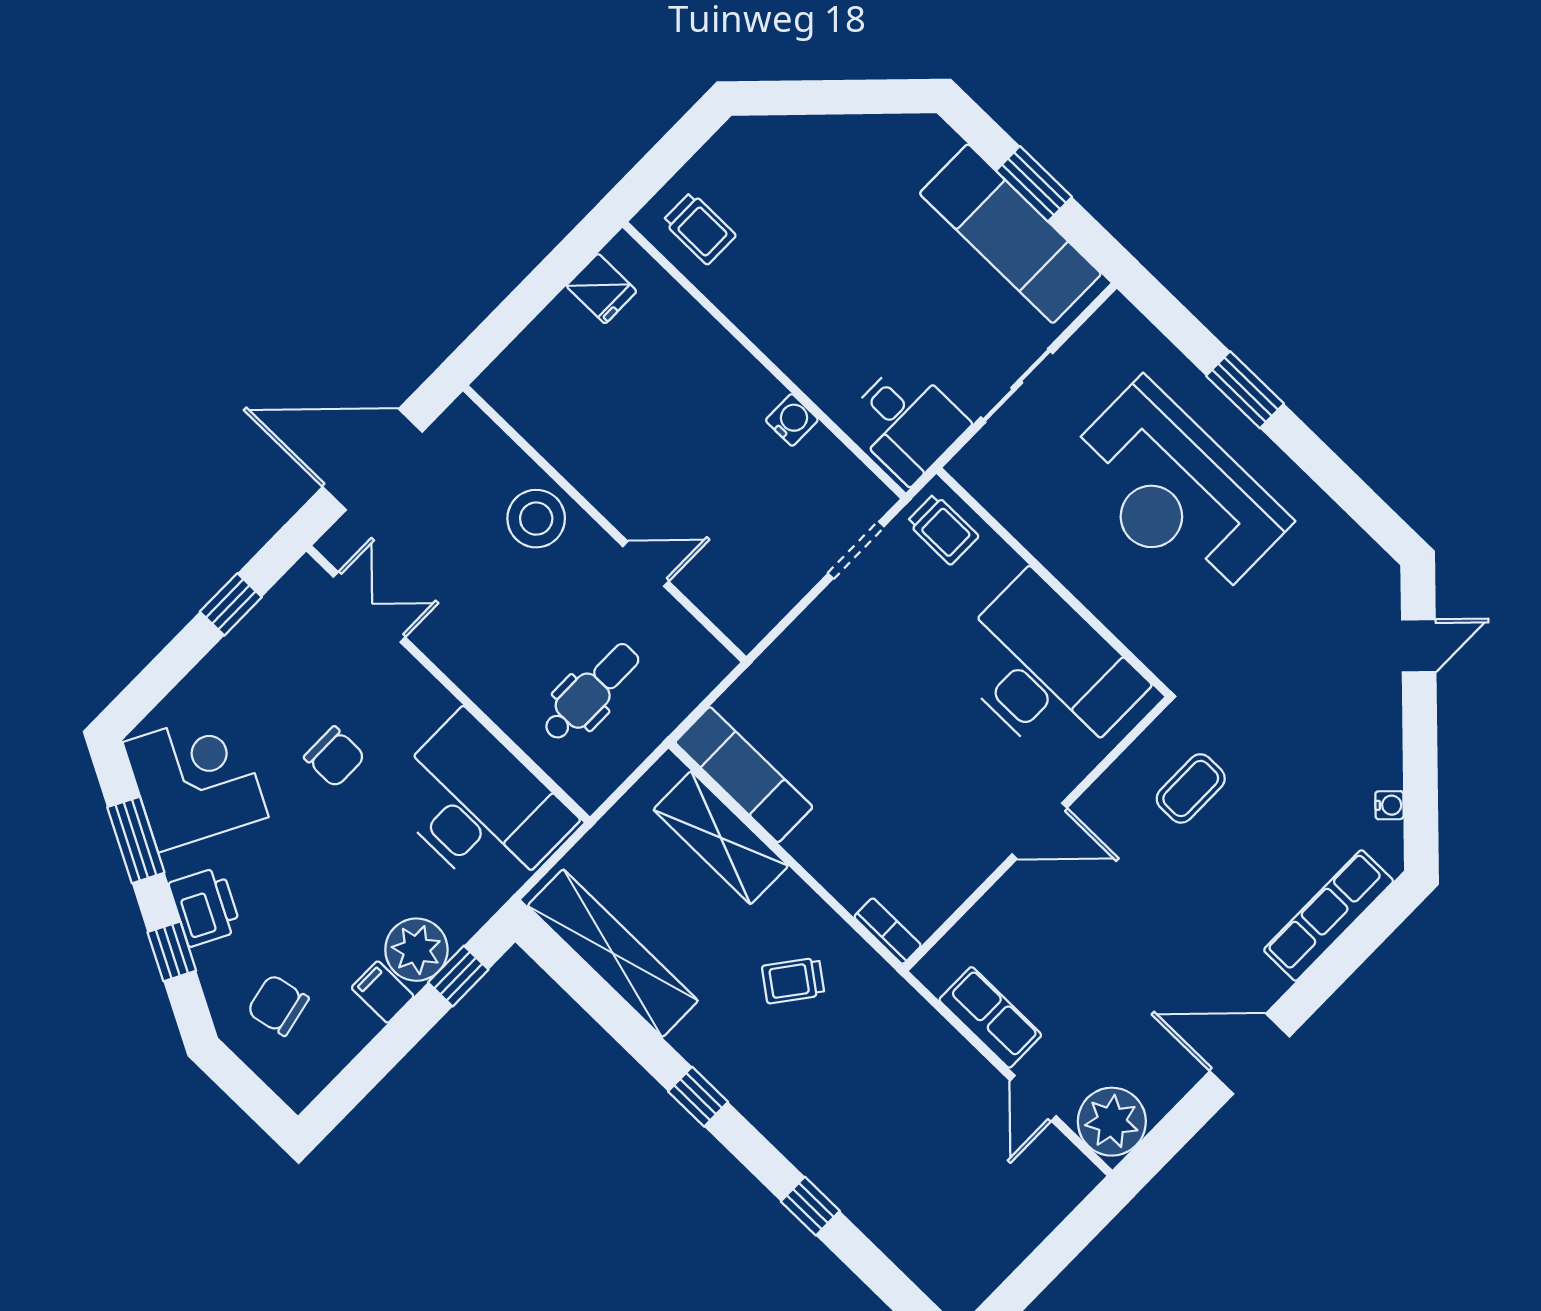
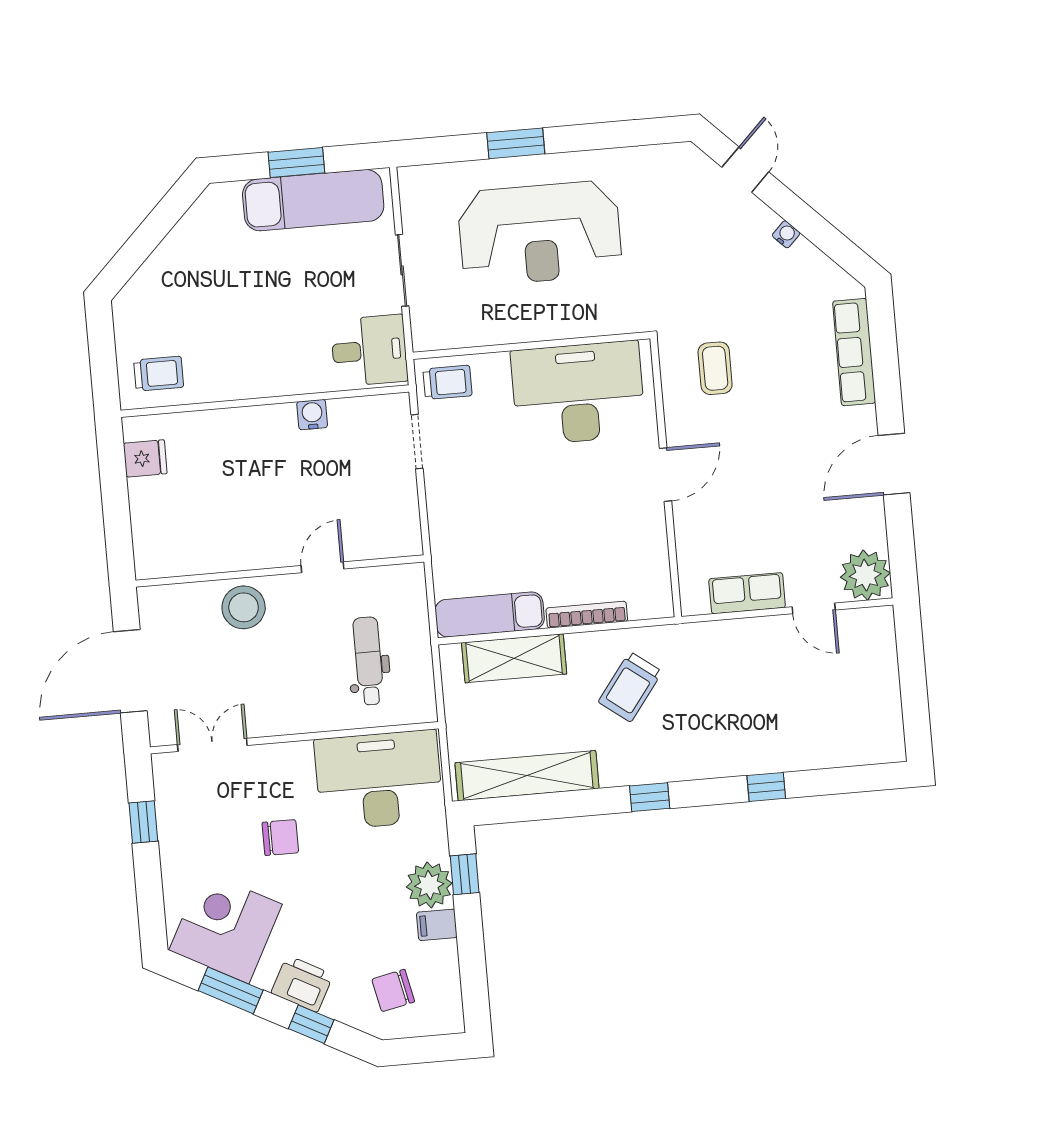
water cooler: (1389, 805) -> (786, 234), moved
bookcase: (888, 931) -> (587, 615), moved, width x1.56
trolley: (793, 980) -> (630, 687), width x1.36, depth x1.39

